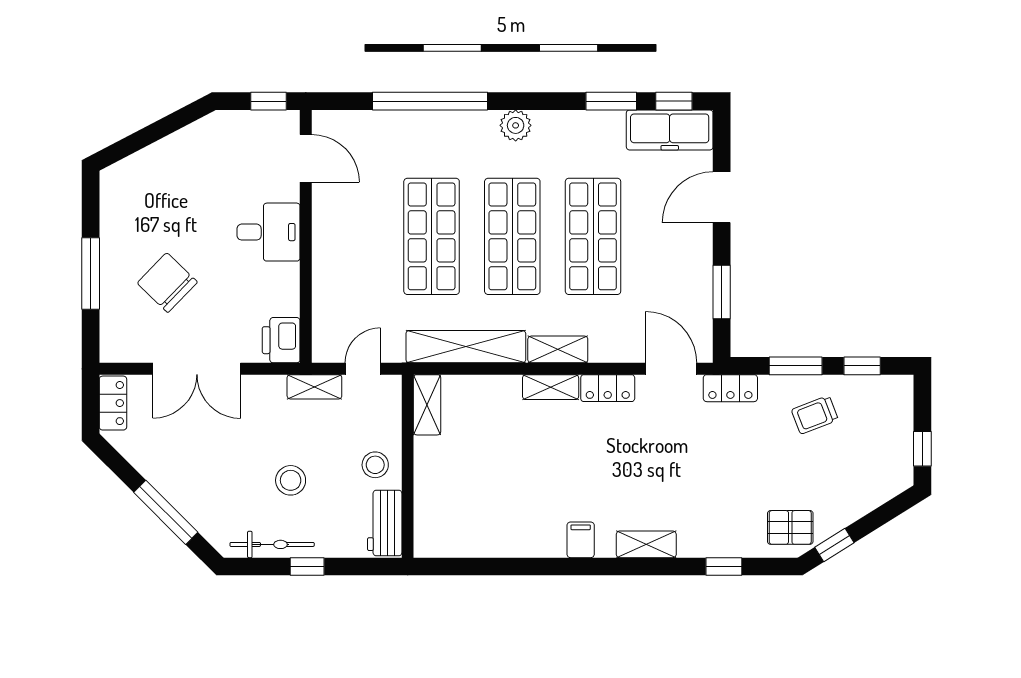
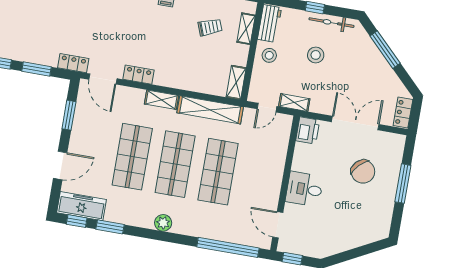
window: (430, 101) -> (228, 247), moved
shelving: (551, 387) -> (246, 29), moved, turned 90
trolley: (815, 415) -> (210, 27), moved

